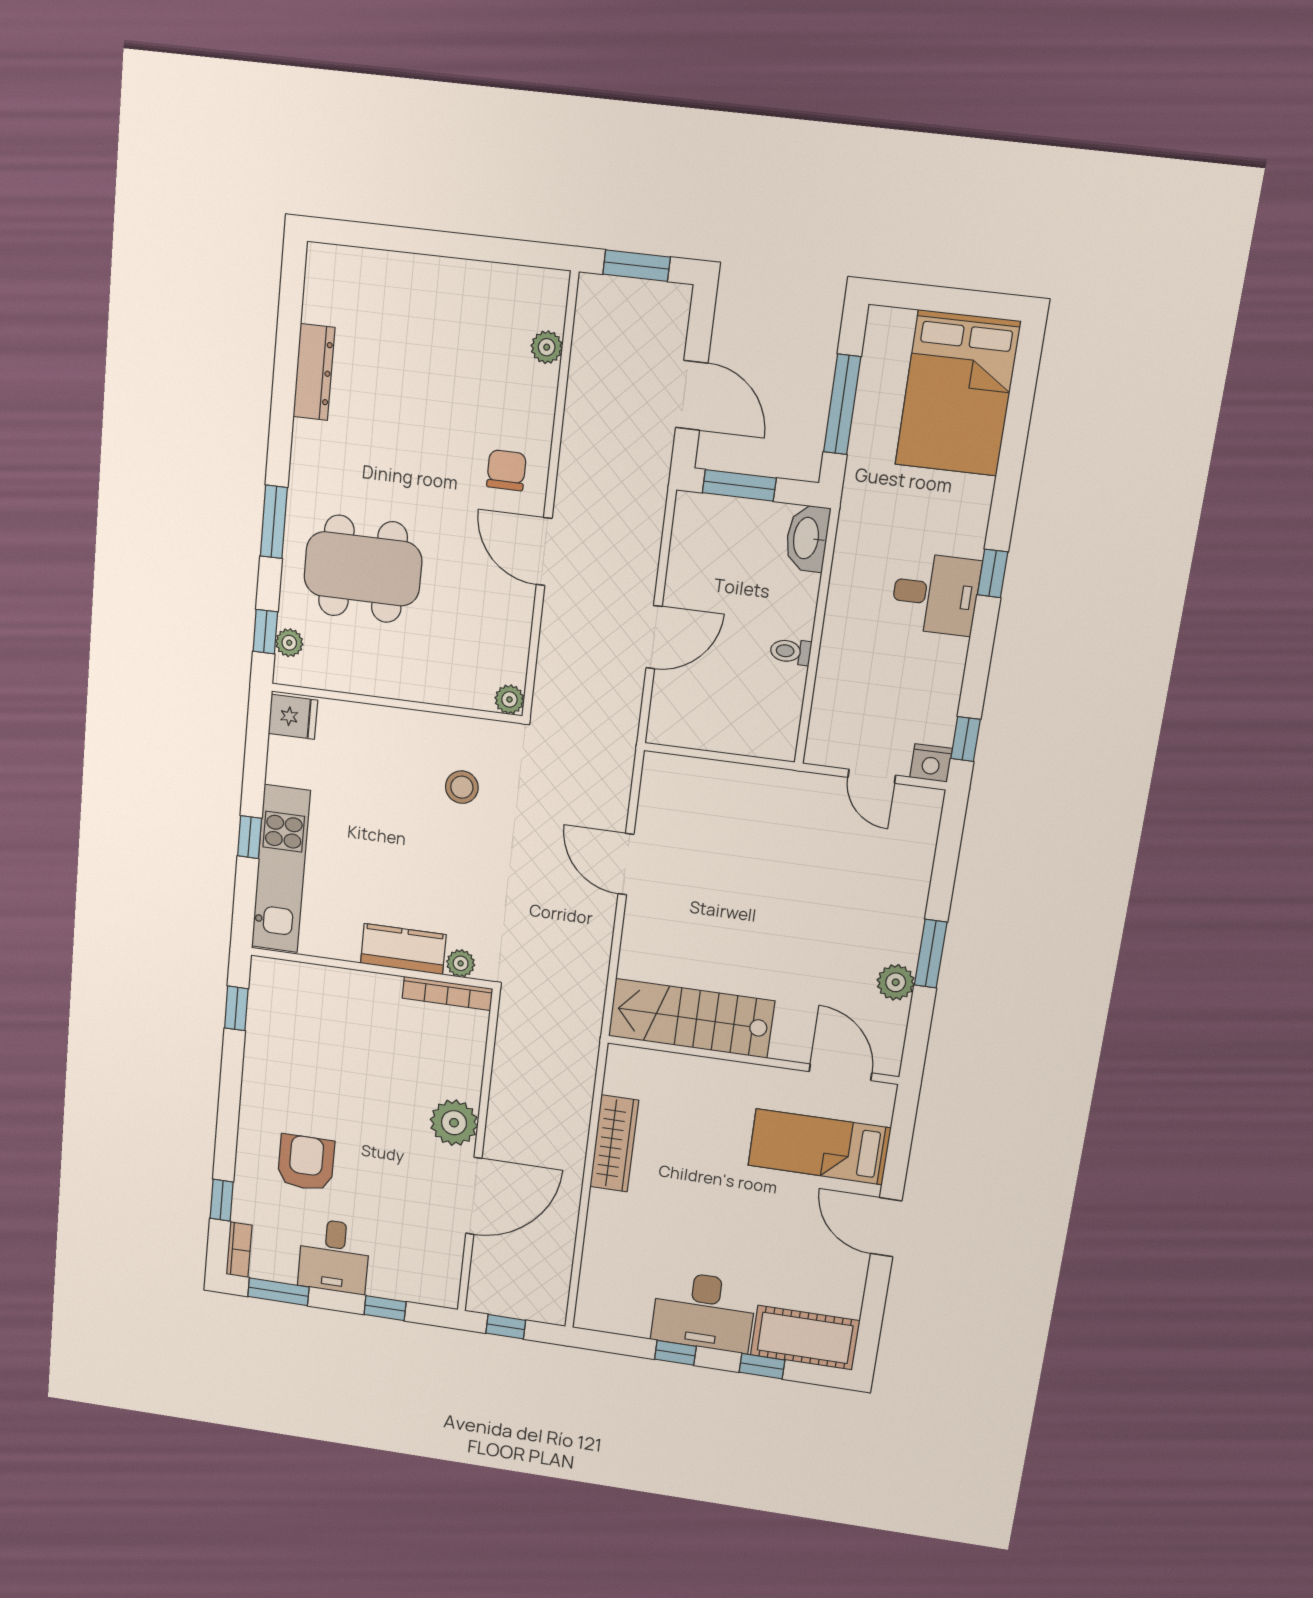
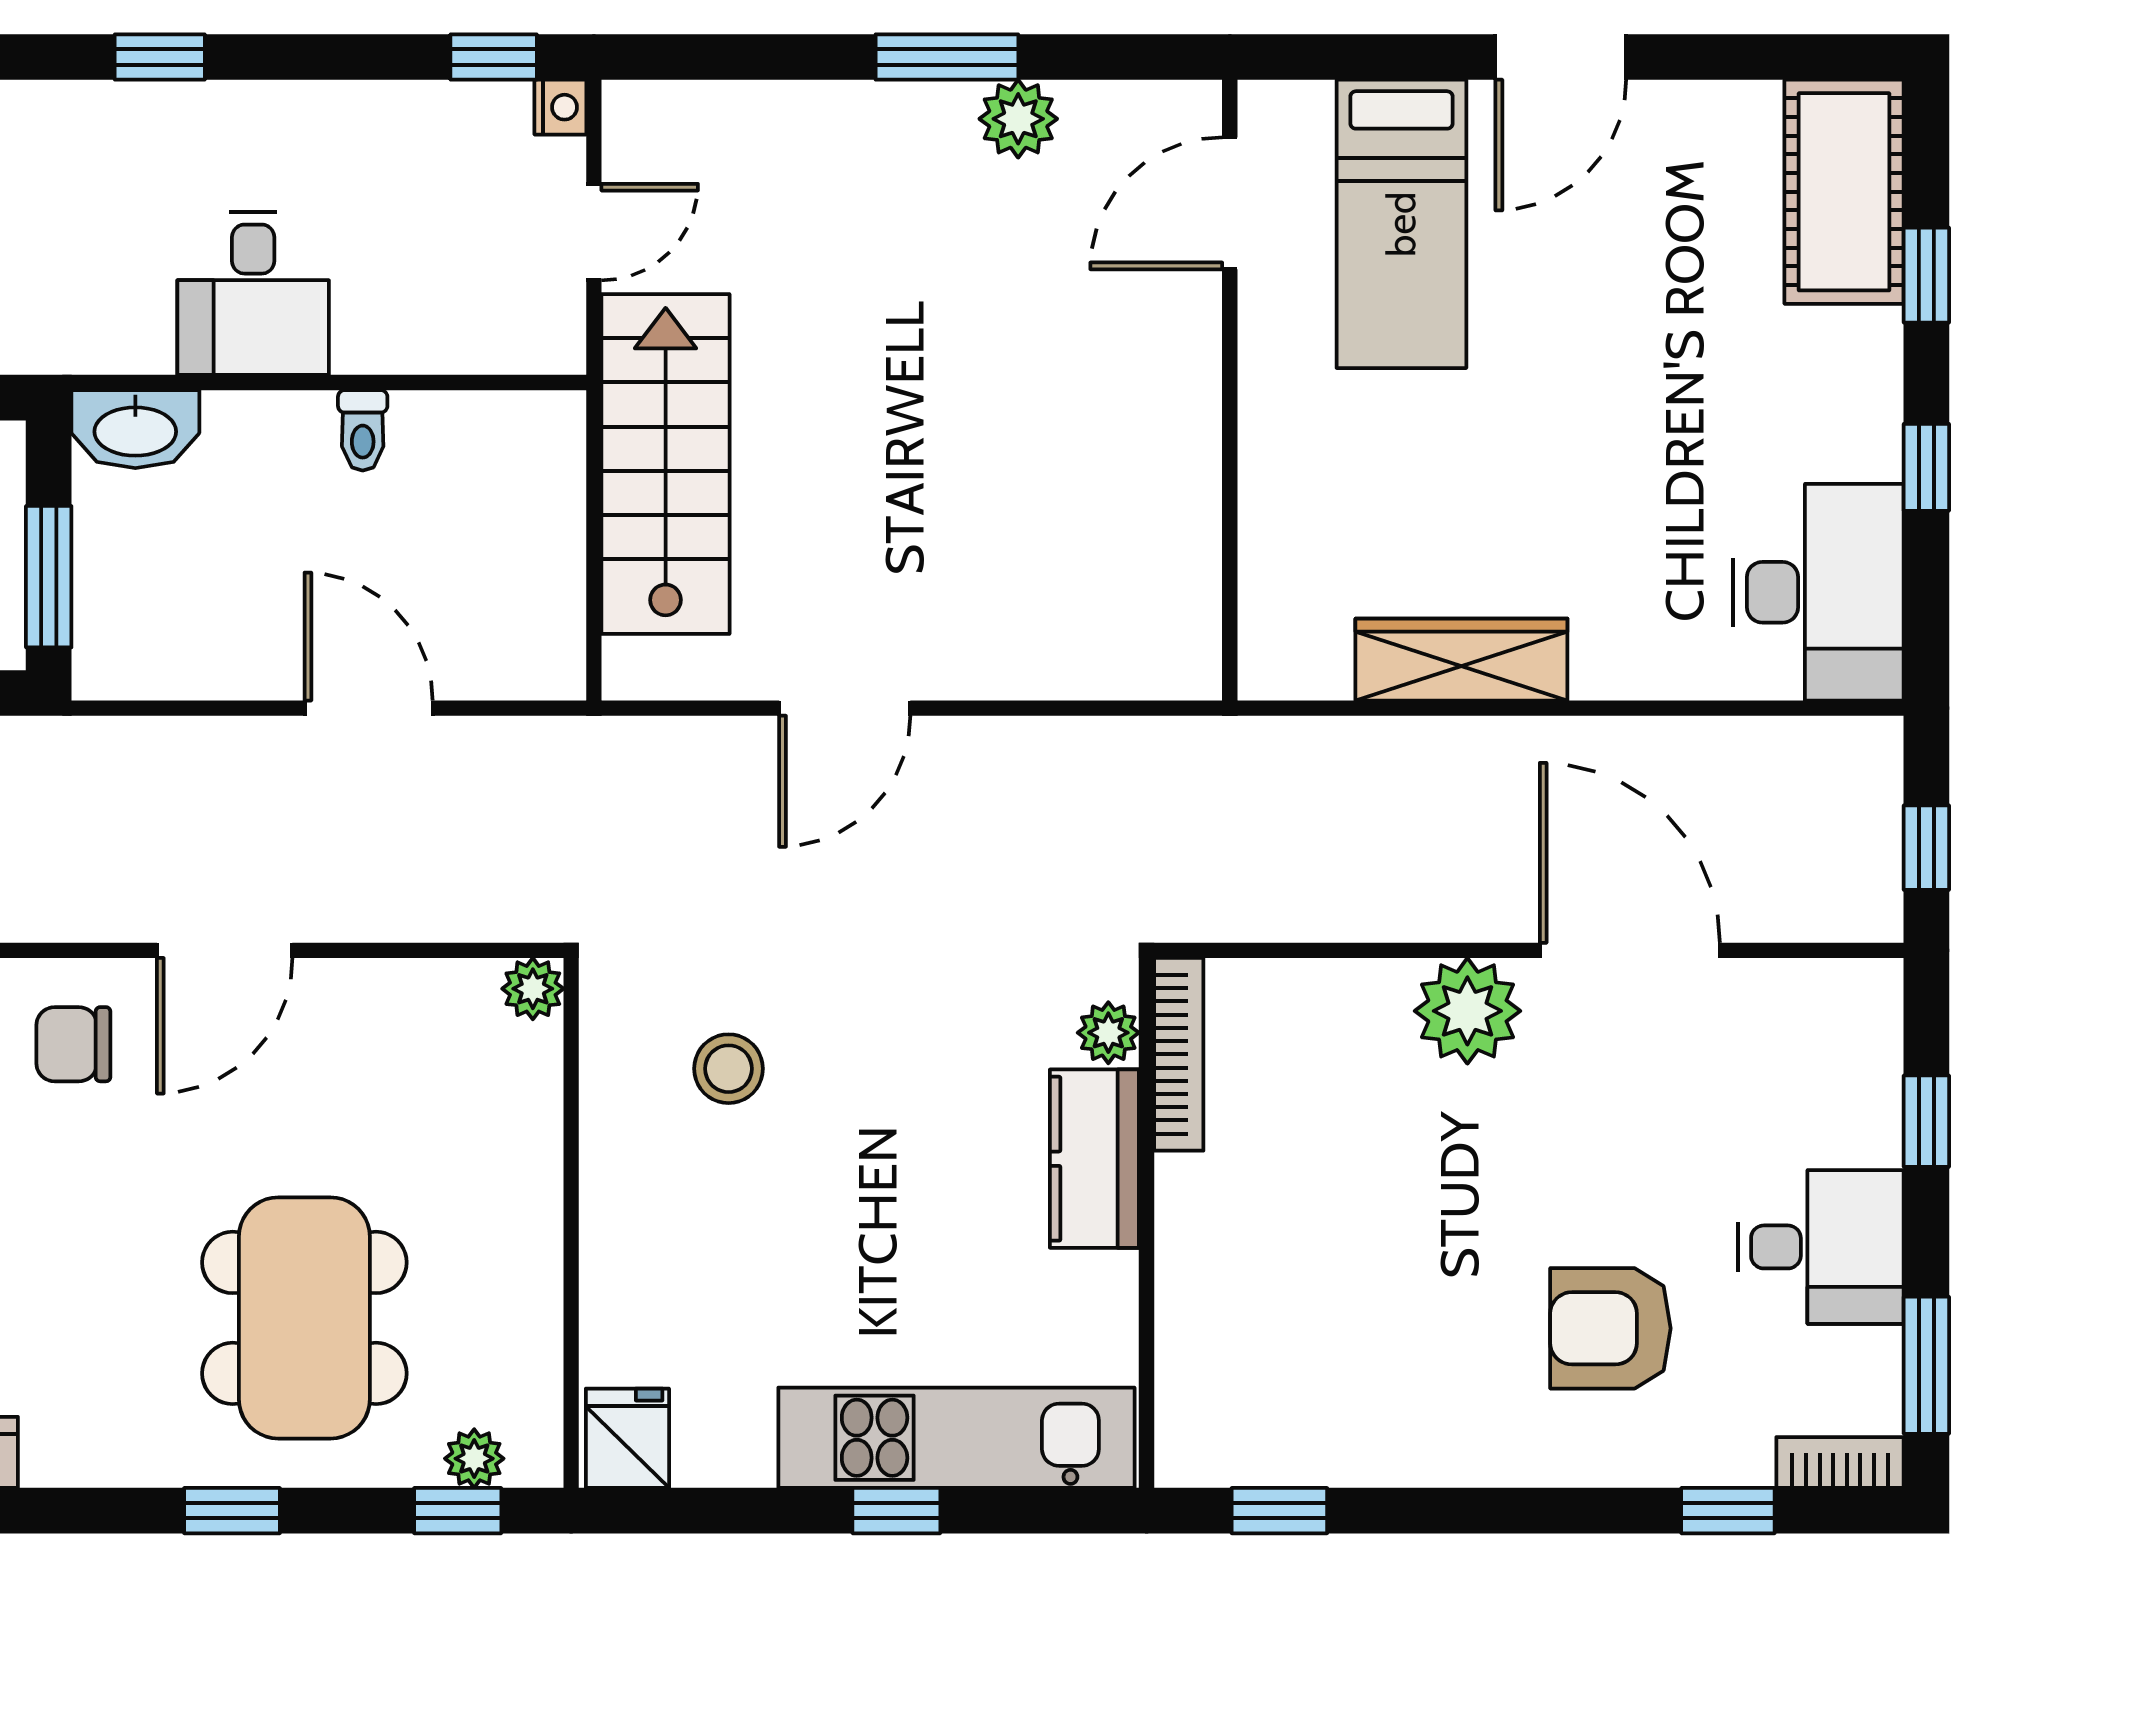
window: (274, 522) -> (232, 1511), width x0.67
desk: (936, 594) -> (253, 293), moved, turned 180
nightstand: (931, 763) -> (560, 107), width x0.72, depth x0.74
stairs: (691, 1018) -> (666, 464), moved, turned 180
desk: (704, 1312) -> (1819, 592), moved

